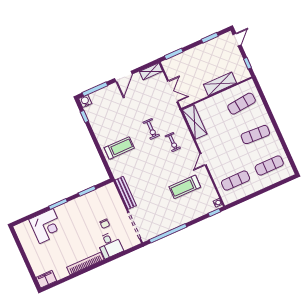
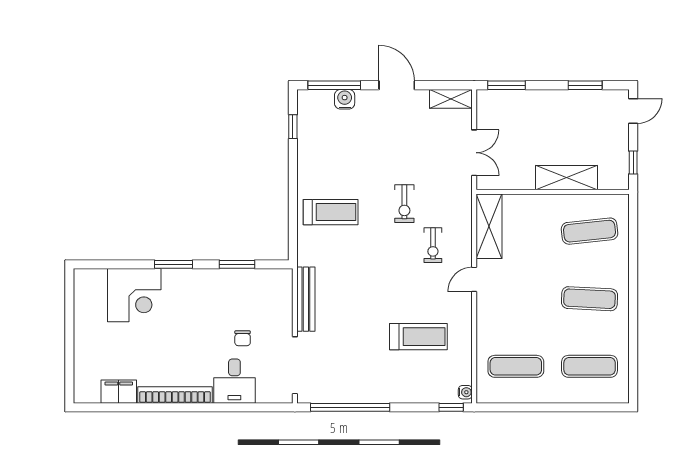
door: (123, 76) -> (397, 85), swing flipped
water cooler: (85, 101) -> (345, 99), moved
door: (203, 159) -> (474, 279), moved
treadmill: (185, 187) -> (418, 337), turned 180
filing cabinet: (46, 279) -> (119, 392), moved

